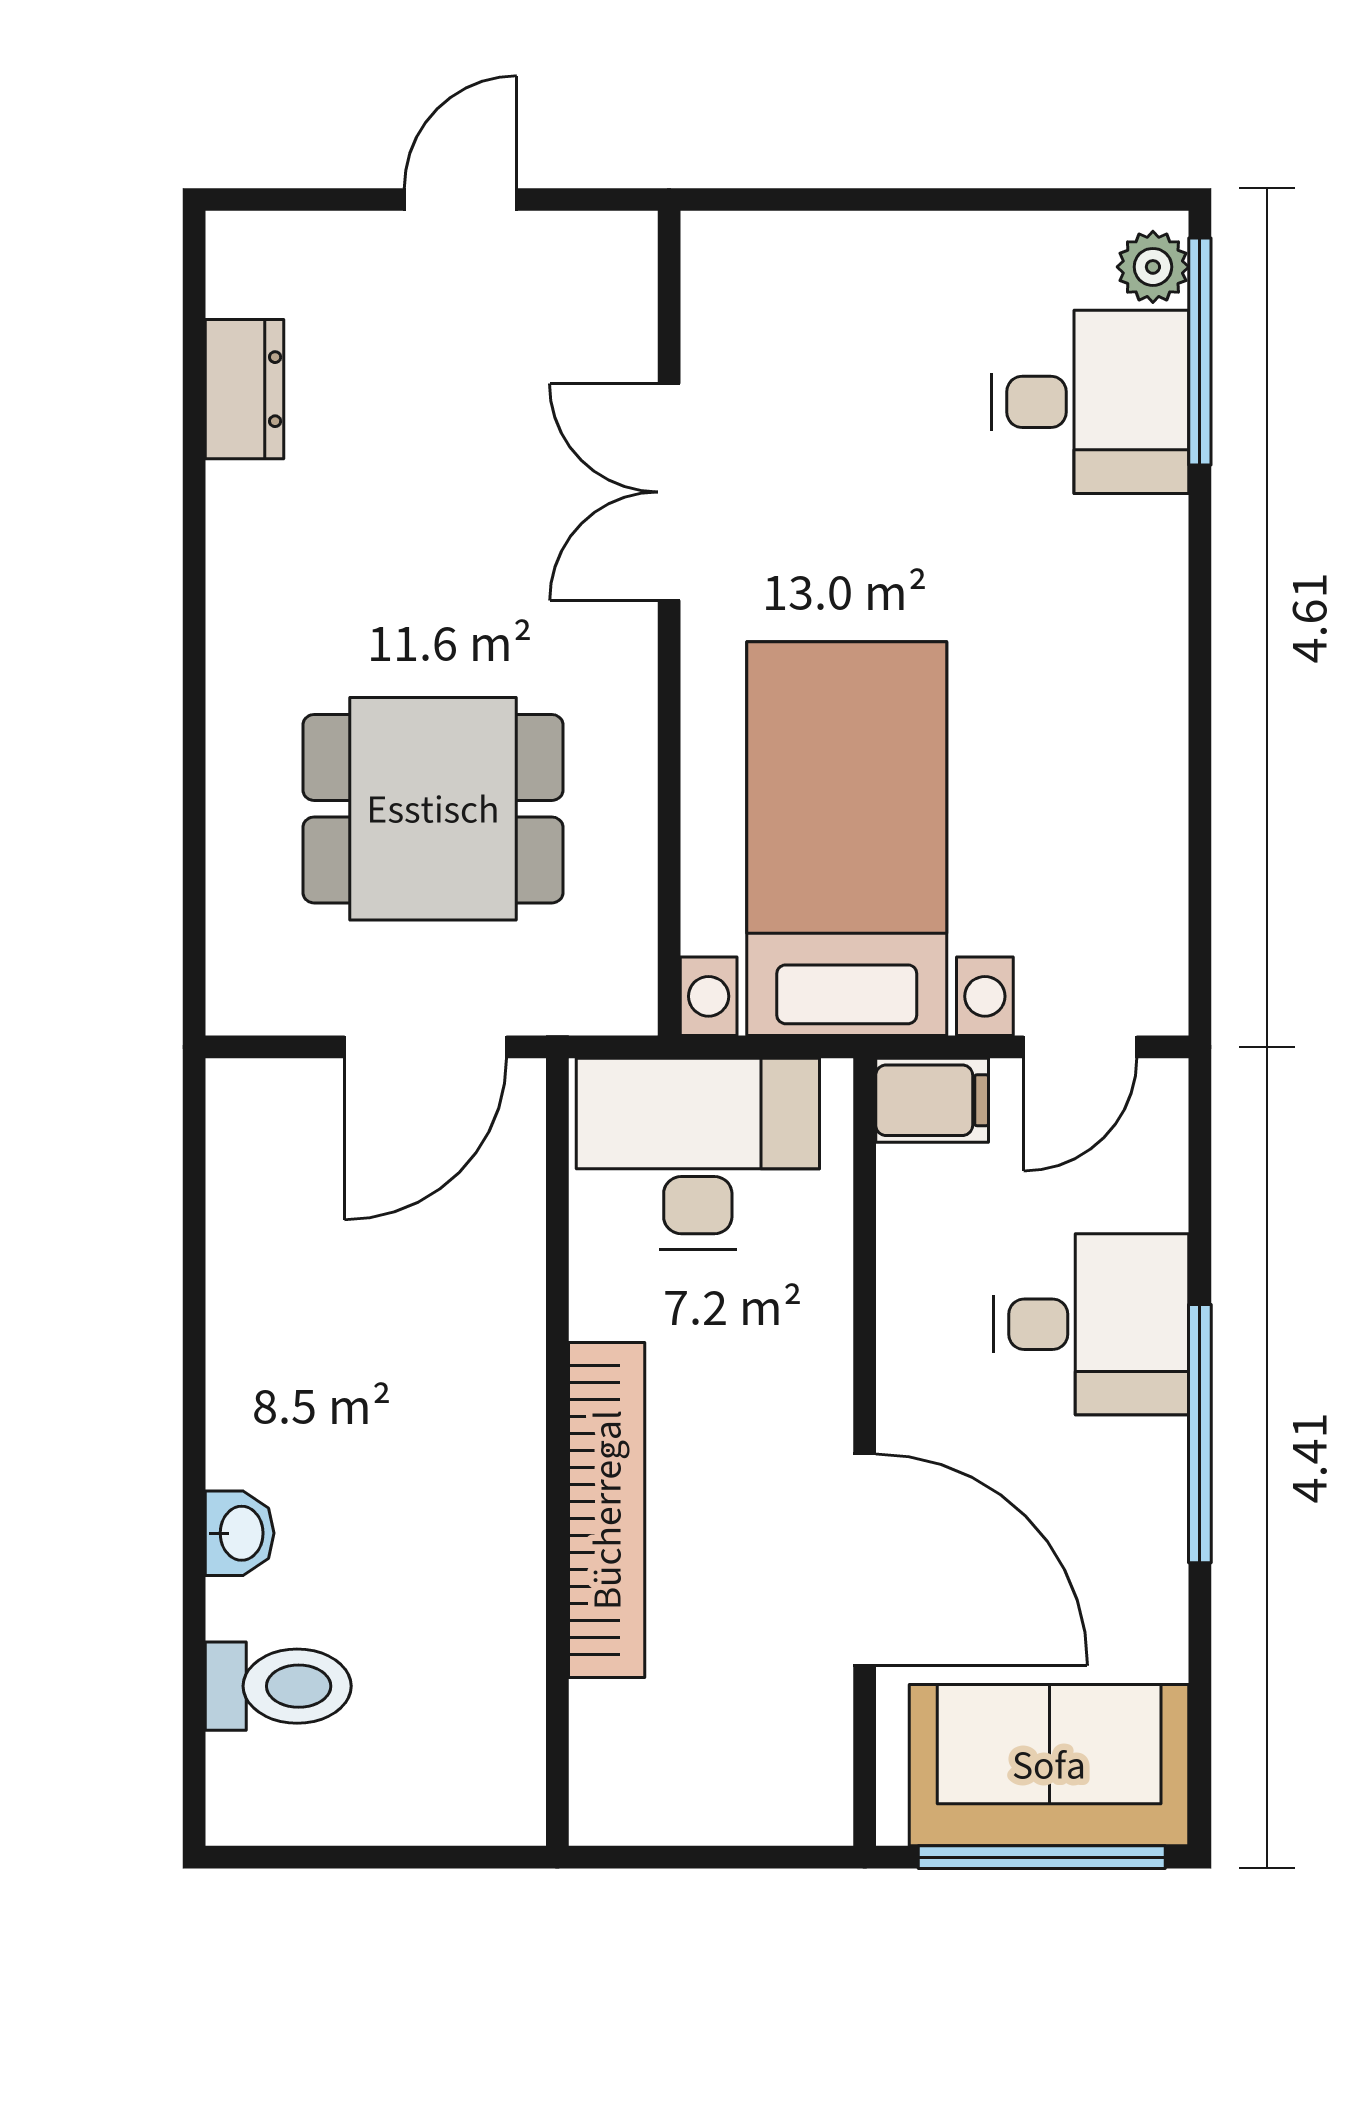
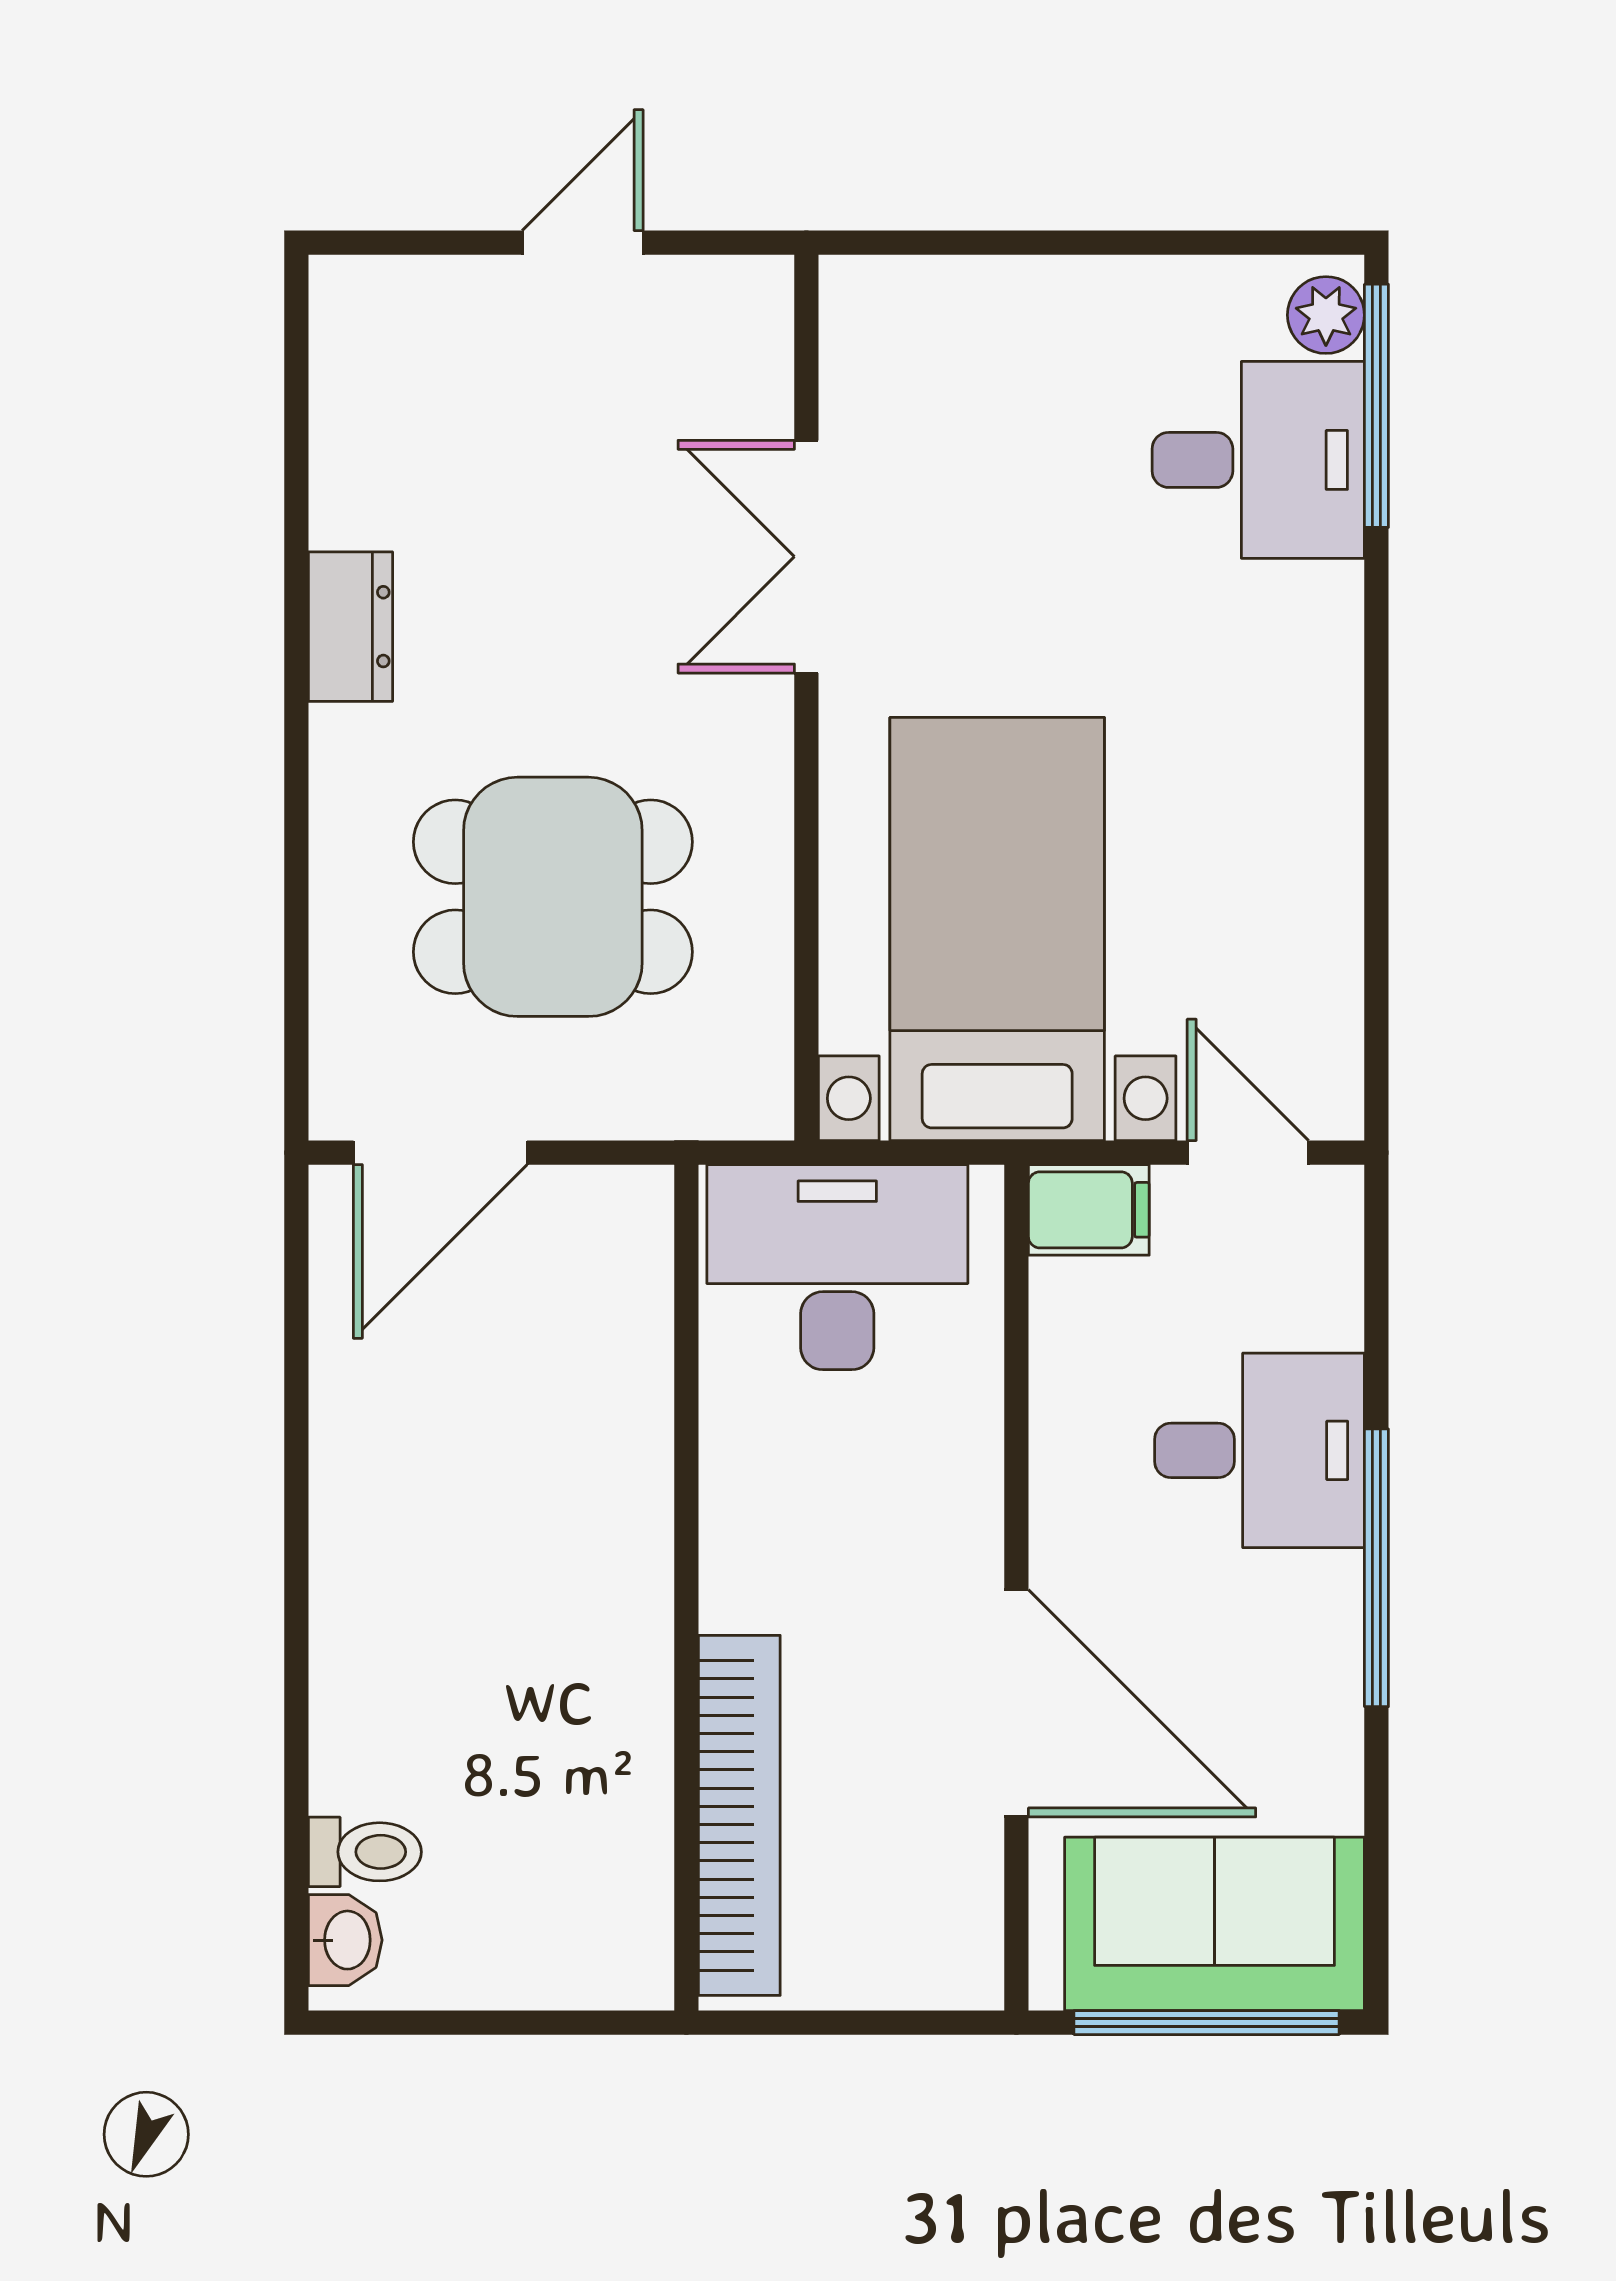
dresser: (245, 389) -> (351, 627), moved
door: (426, 1047) -> (440, 1153), moved
door: (1080, 1047) -> (1248, 1153), swing flipped
bookcase: (607, 1510) -> (739, 1815), moved
washbasin: (240, 1533) -> (345, 1940), moved
toilet: (278, 1686) -> (365, 1852), width x0.73, depth x0.72

